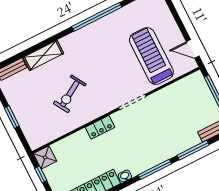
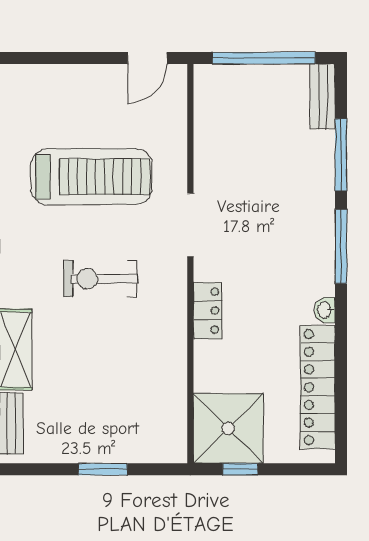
treadmill: (151, 56) -> (91, 177), moved, turned 180
exercise bike: (70, 94) -> (100, 279), moved, turned 121
shower: (45, 157) -> (228, 428), width x1.86, depth x1.86

